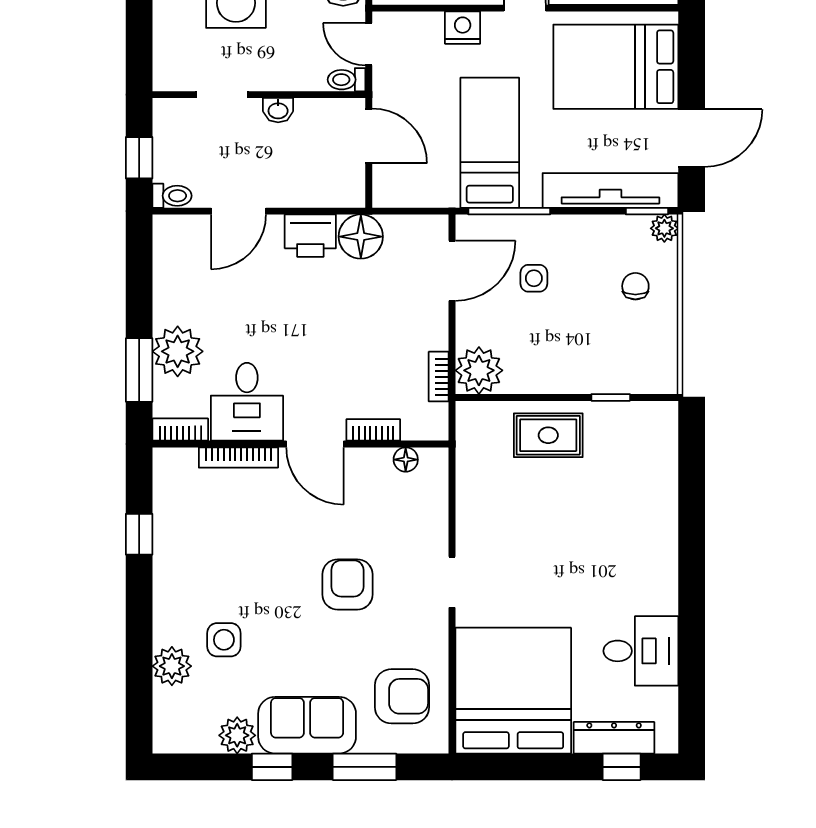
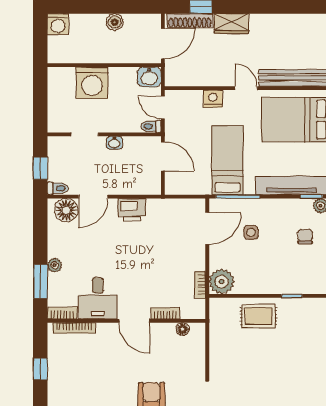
floor lamp: (361, 237) -> (66, 210), moved
plant: (178, 351) -> (55, 265), width x0.53, depth x0.53
bookcase: (238, 457) -> (74, 328), moved

